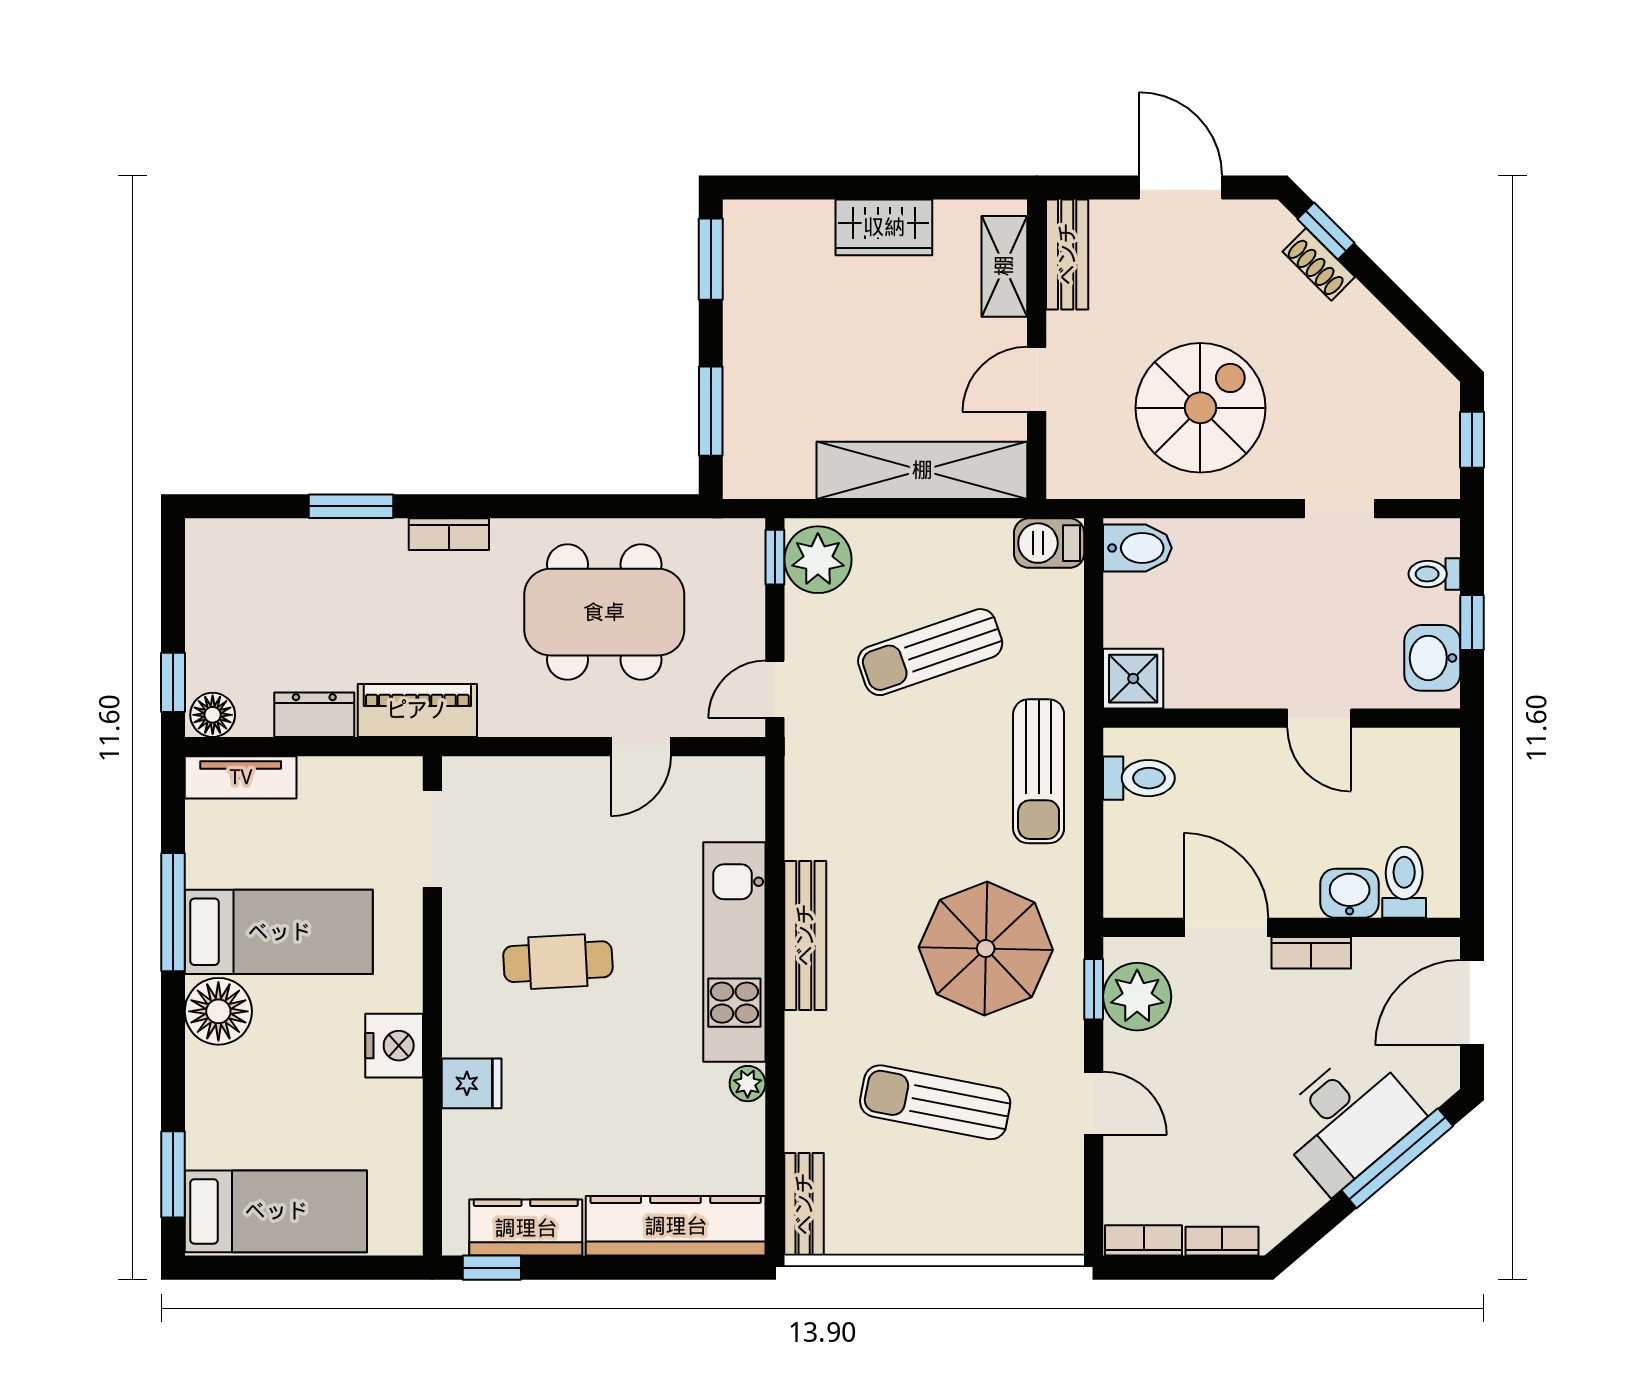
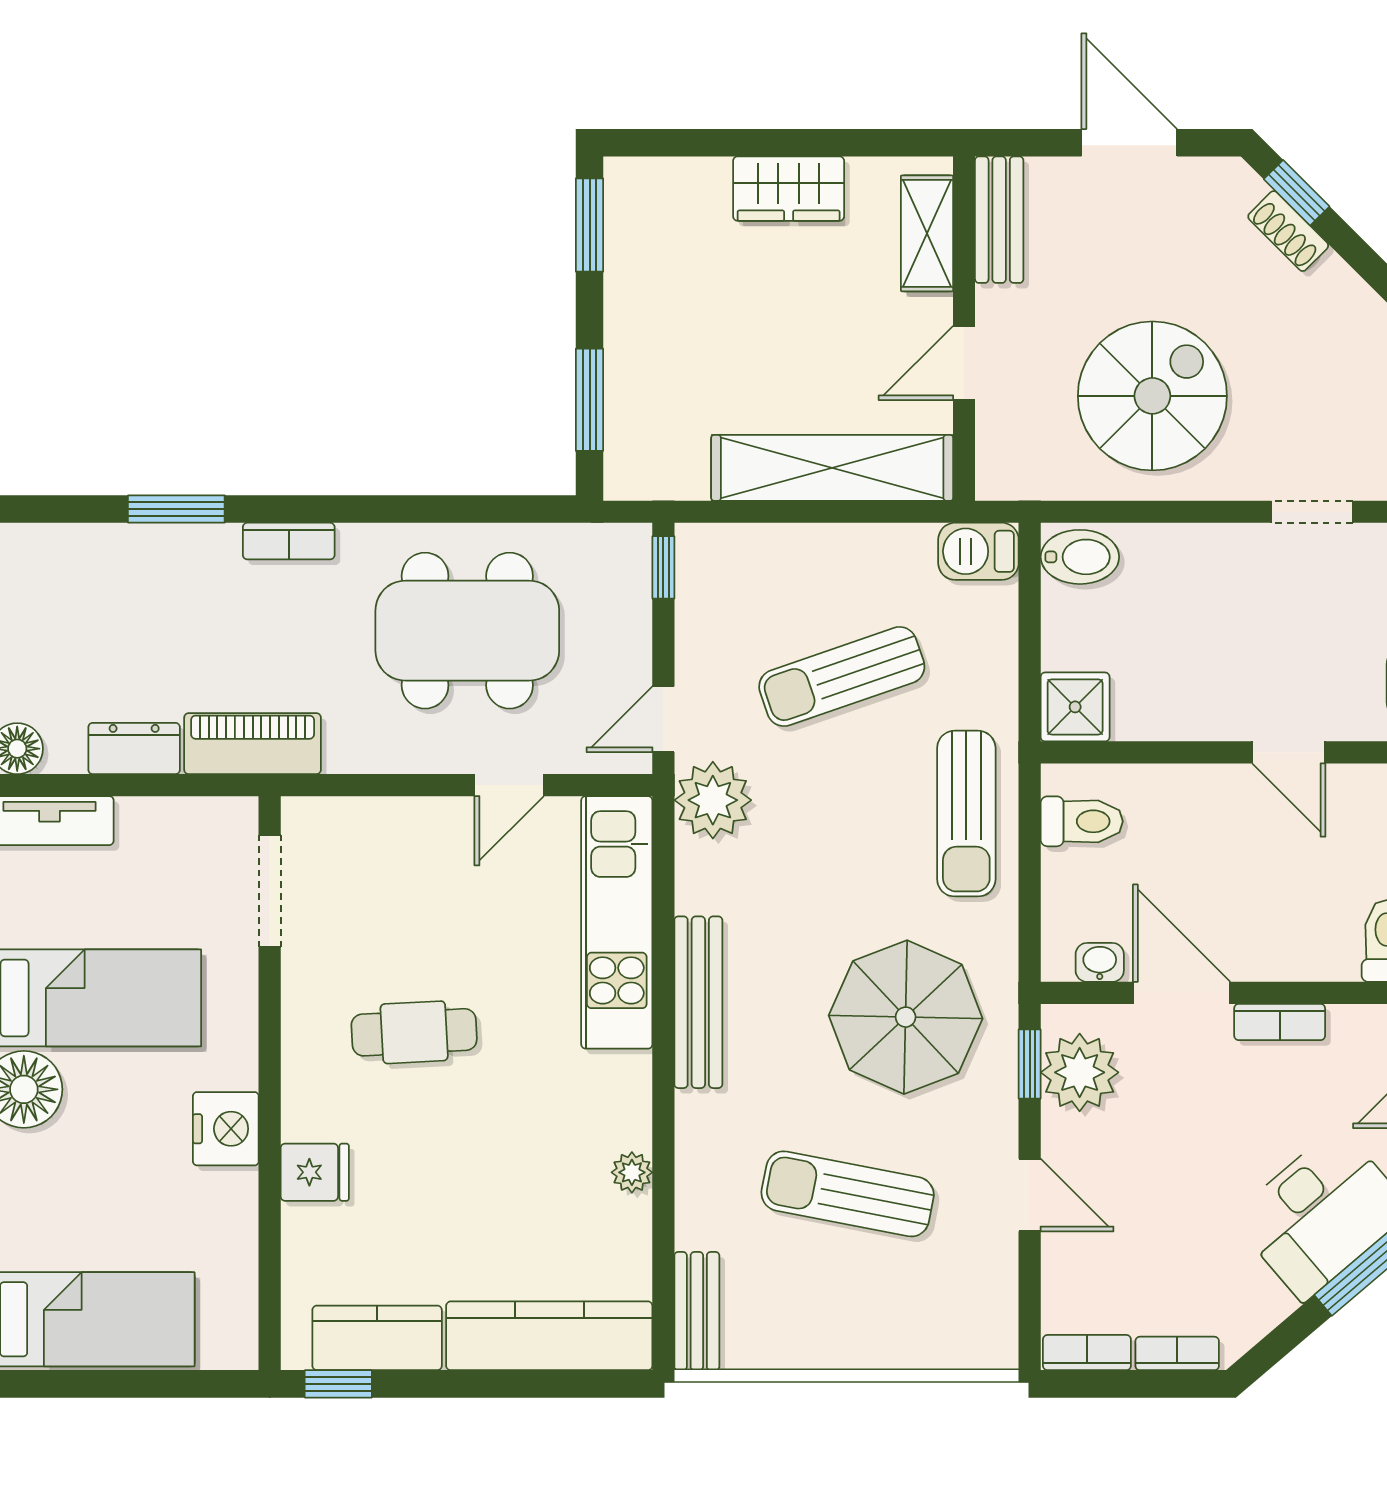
plant: (818, 560) -> (713, 800), moved
washbasin: (1350, 893) -> (1100, 962), moved, width x0.72, depth x0.69
kitchen unit: (734, 952) -> (617, 922), moved

